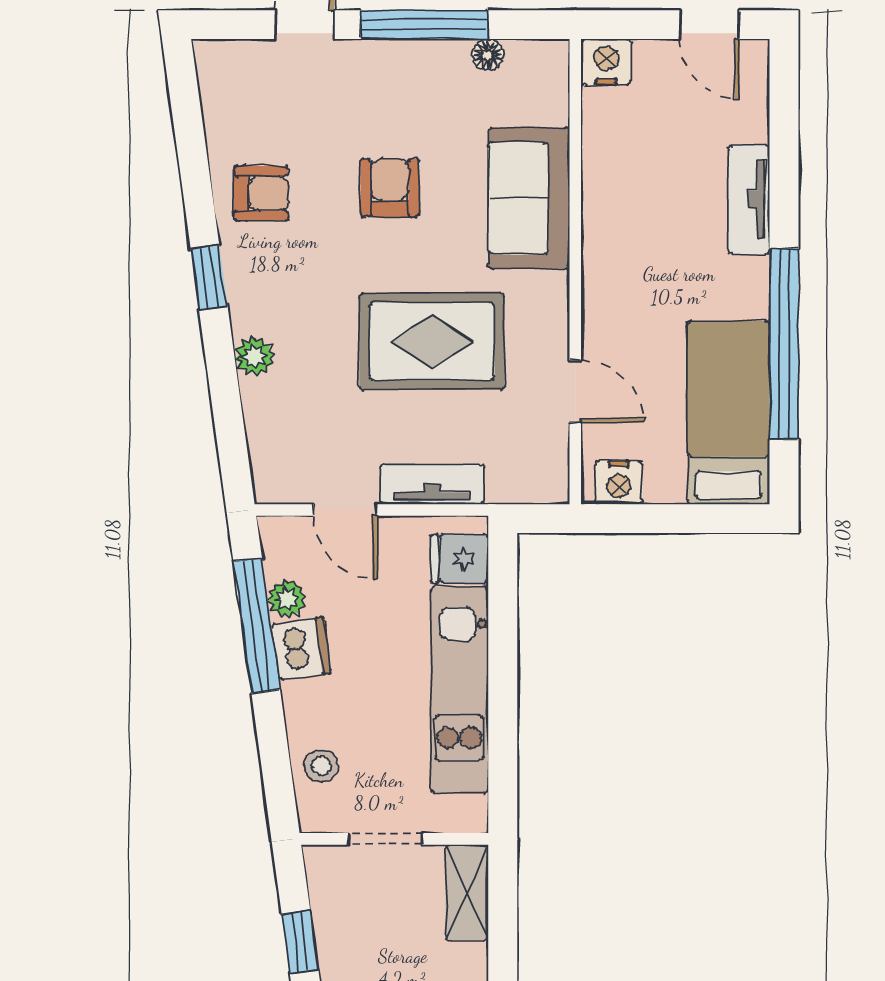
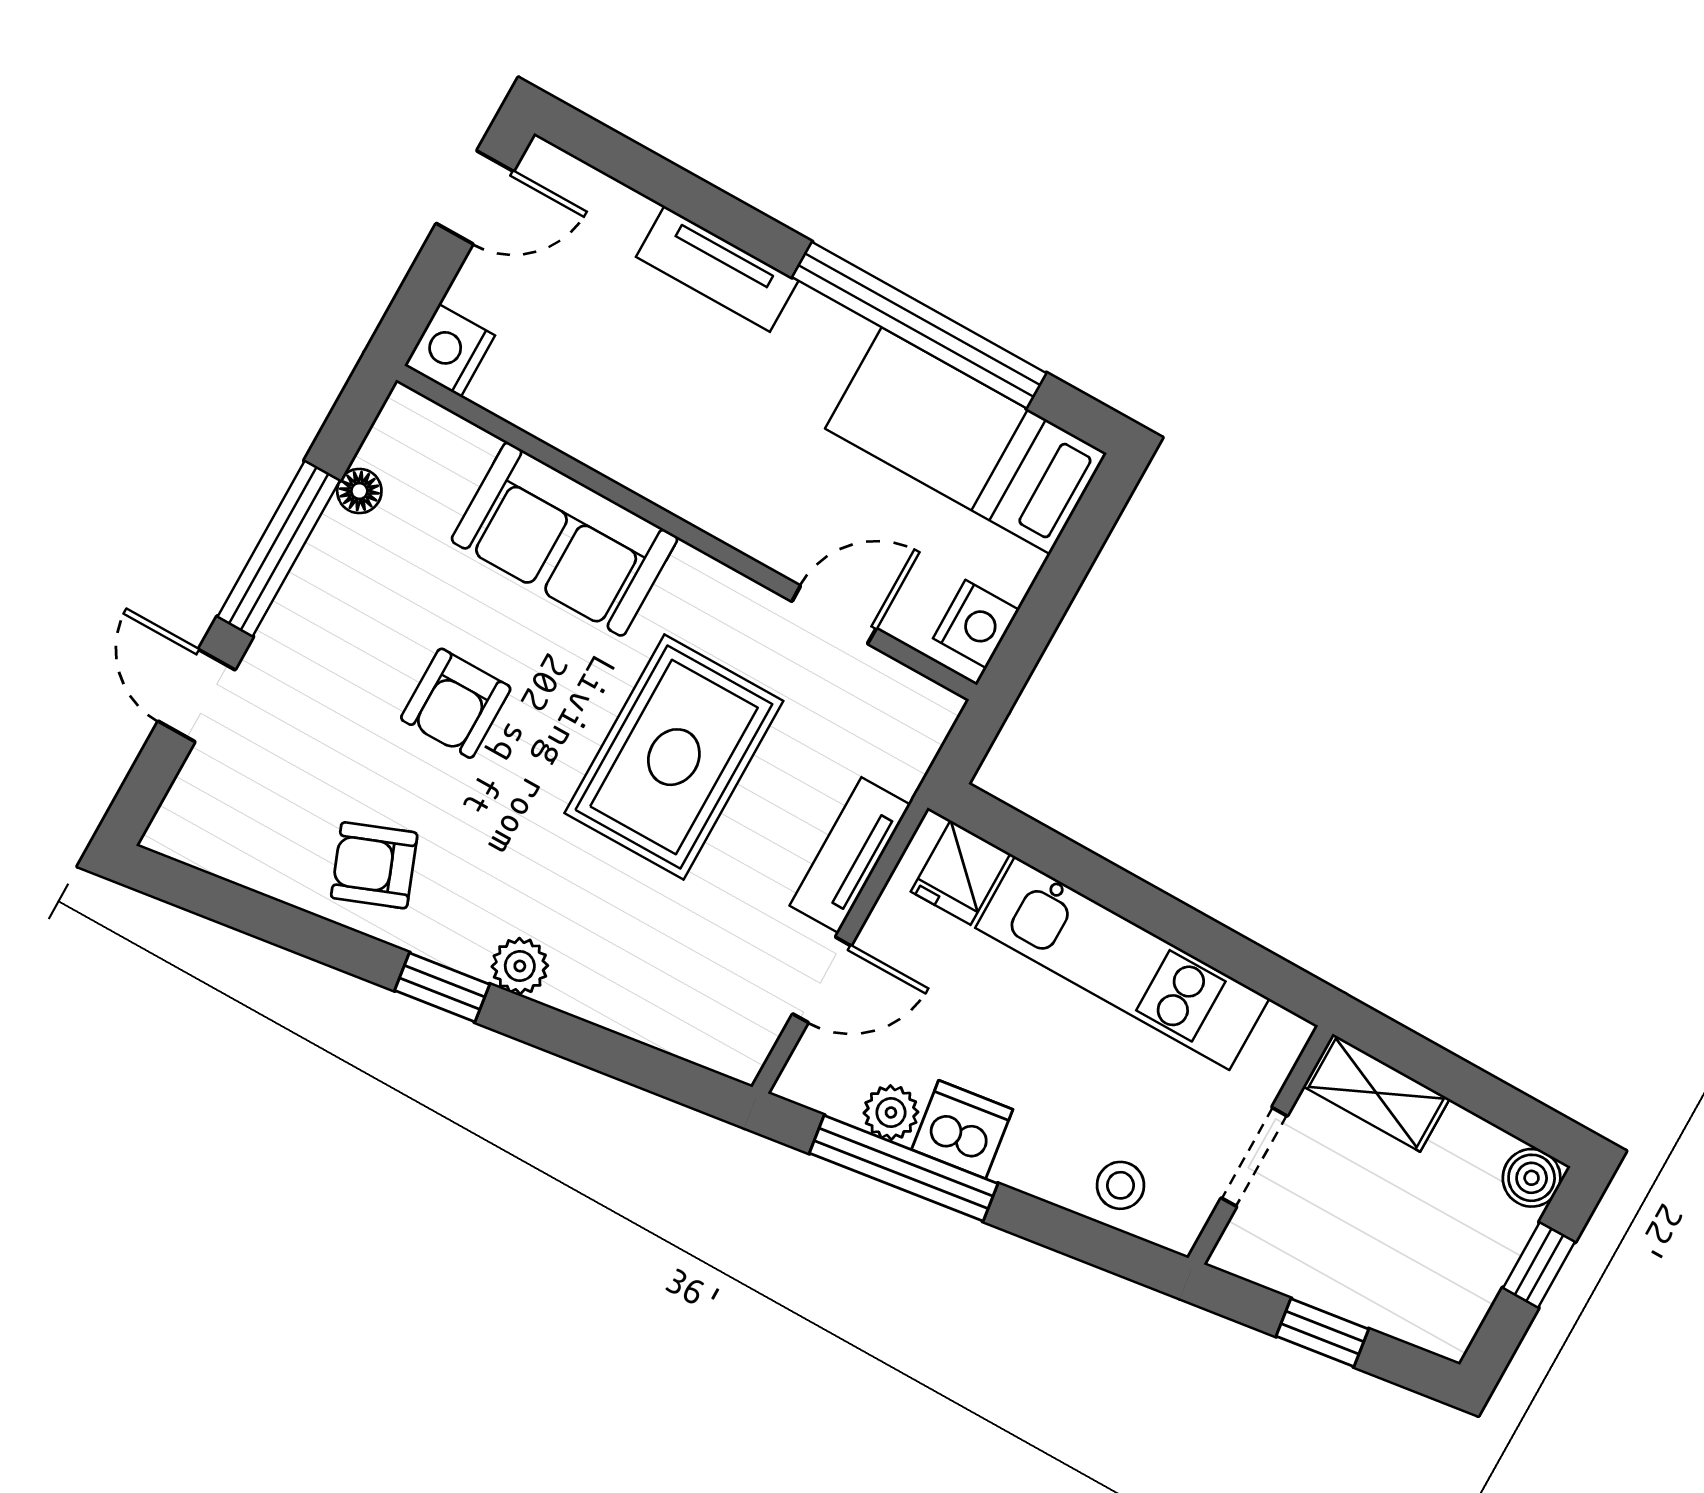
armchair: (390, 188) -> (456, 703), turned -90
armchair: (261, 193) -> (374, 865), turned -111
plant: (254, 356) -> (520, 966), moved

